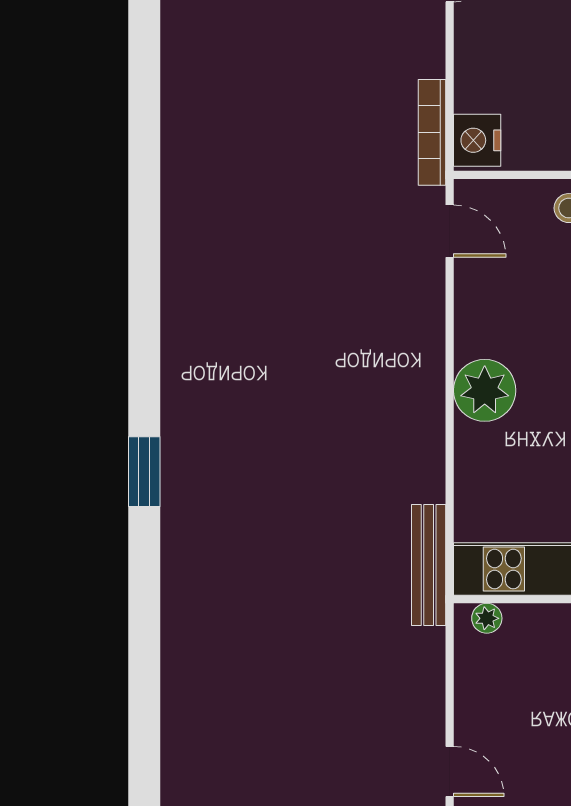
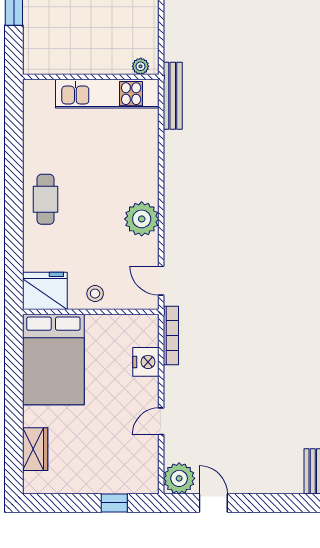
nightstand: (477, 140) -> (146, 362), moved
plant: (485, 390) -> (142, 219), moved

